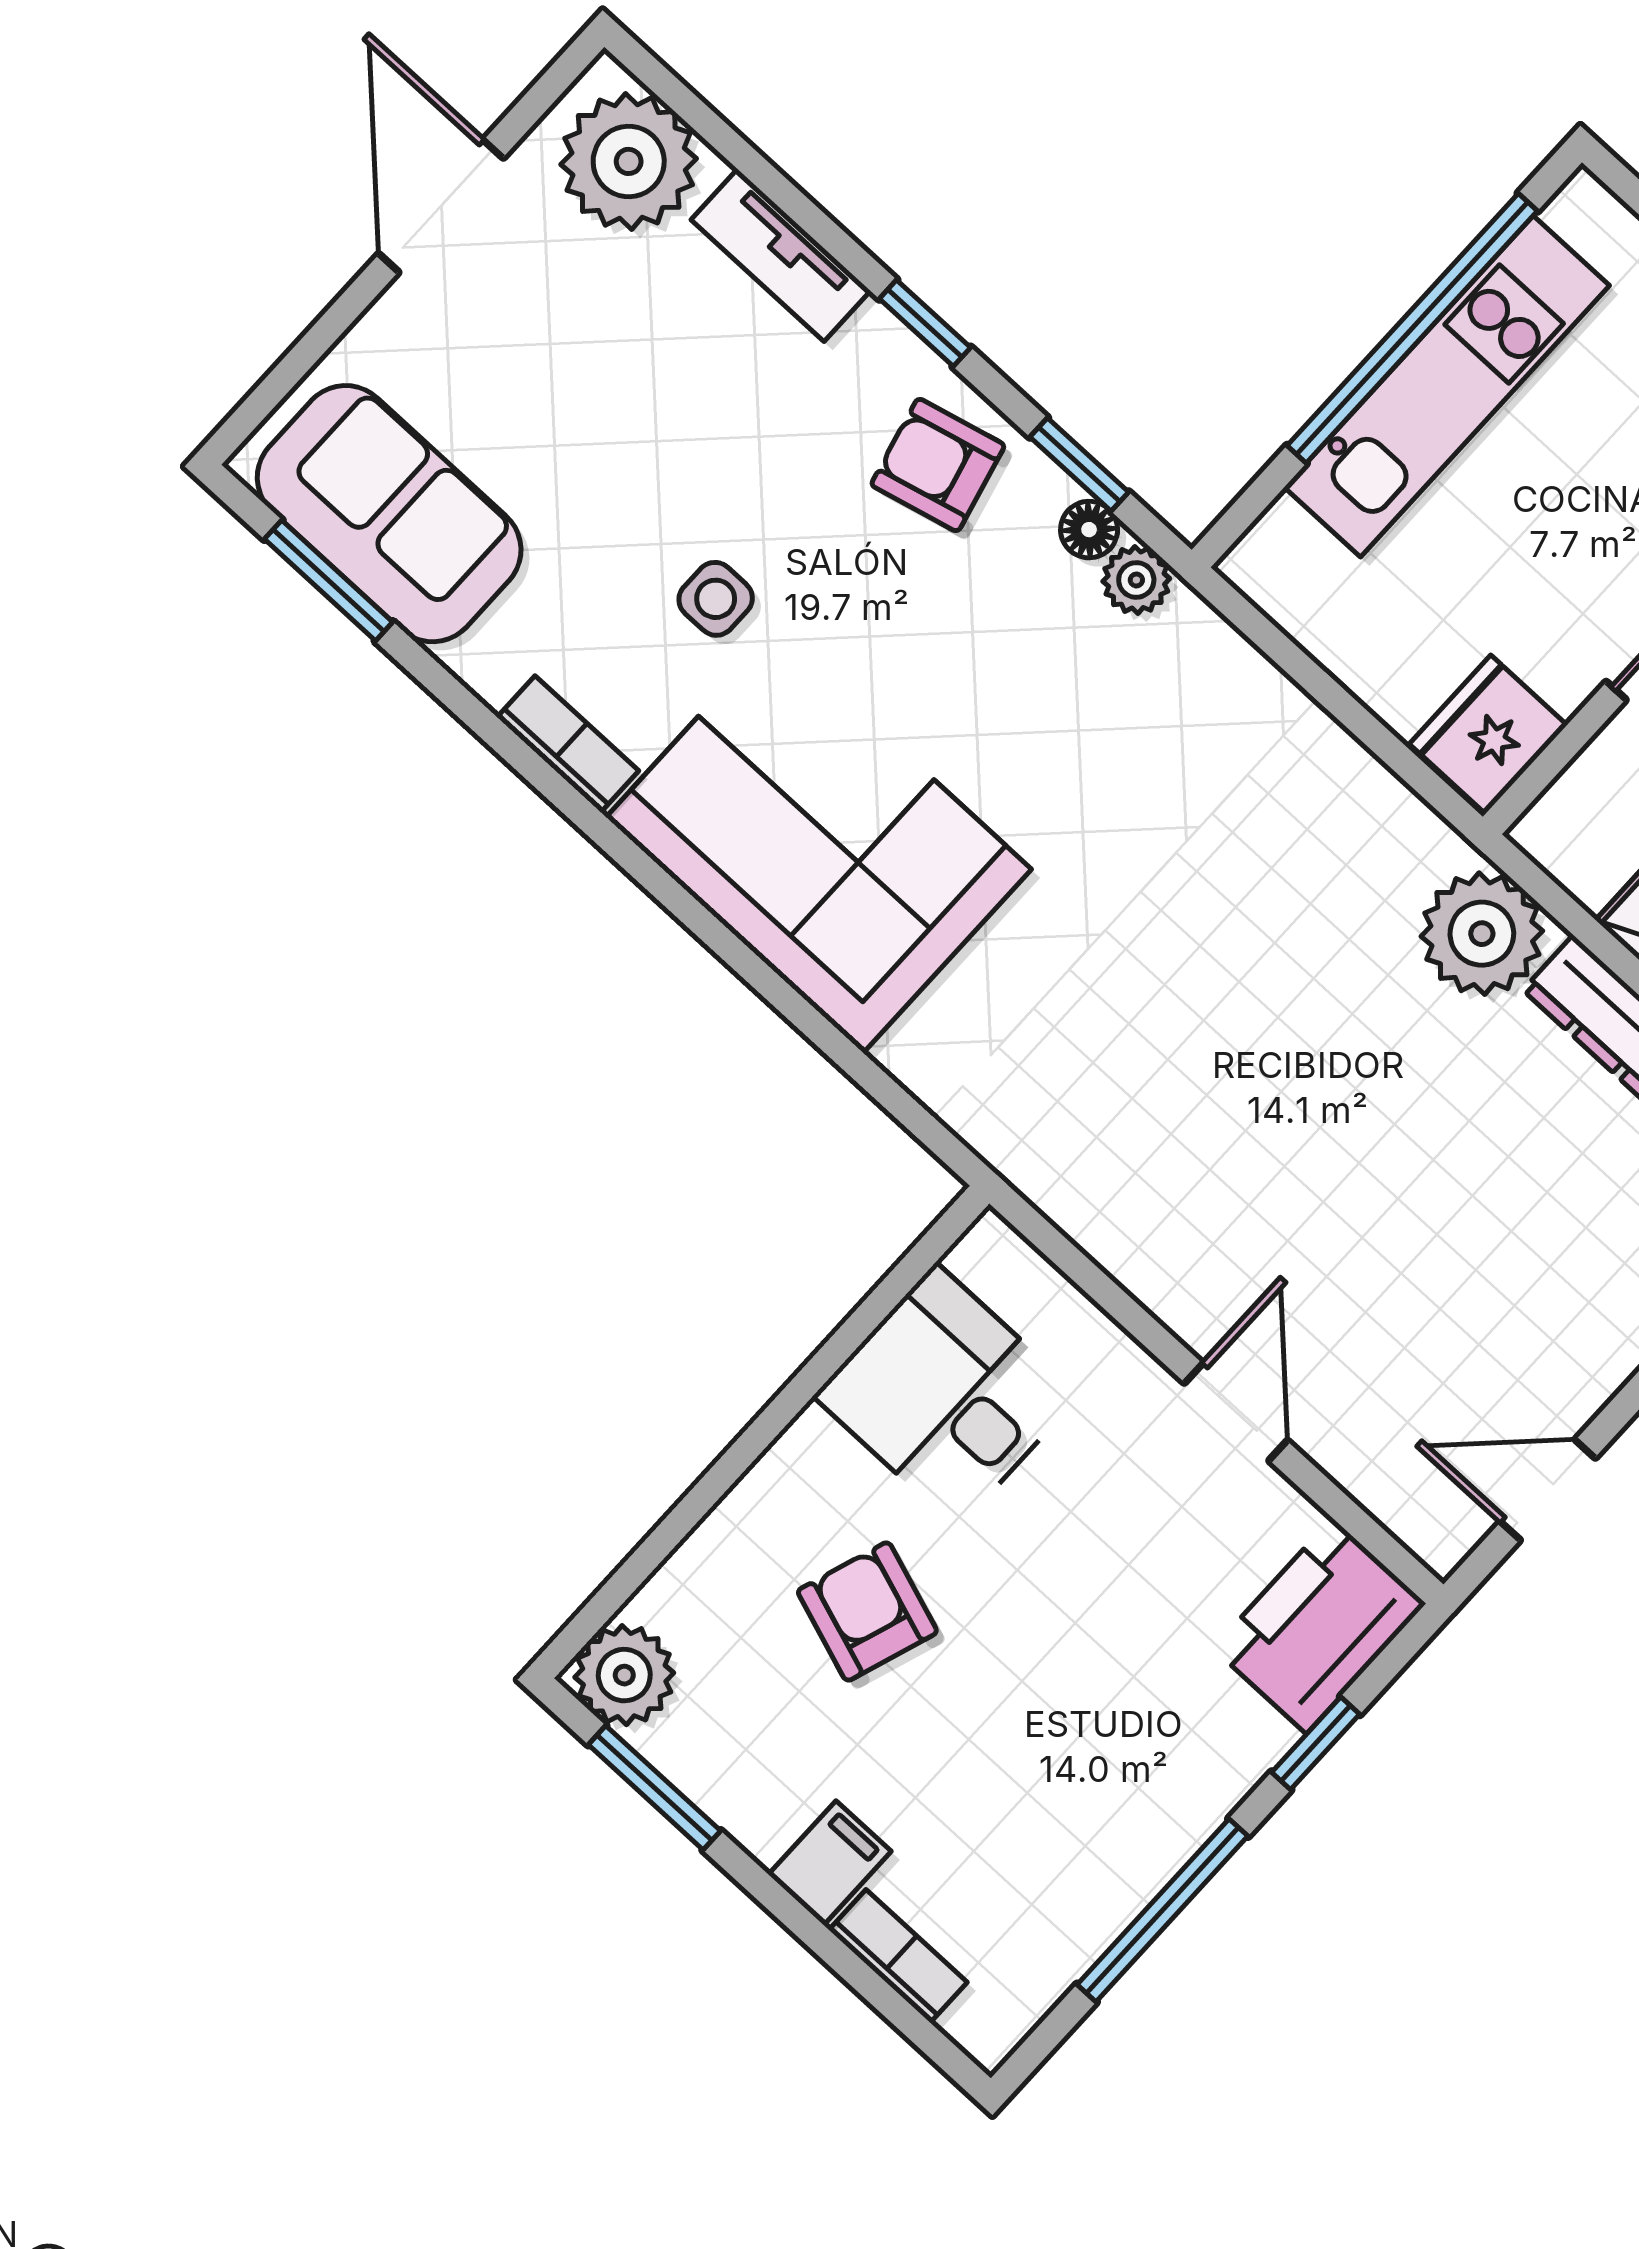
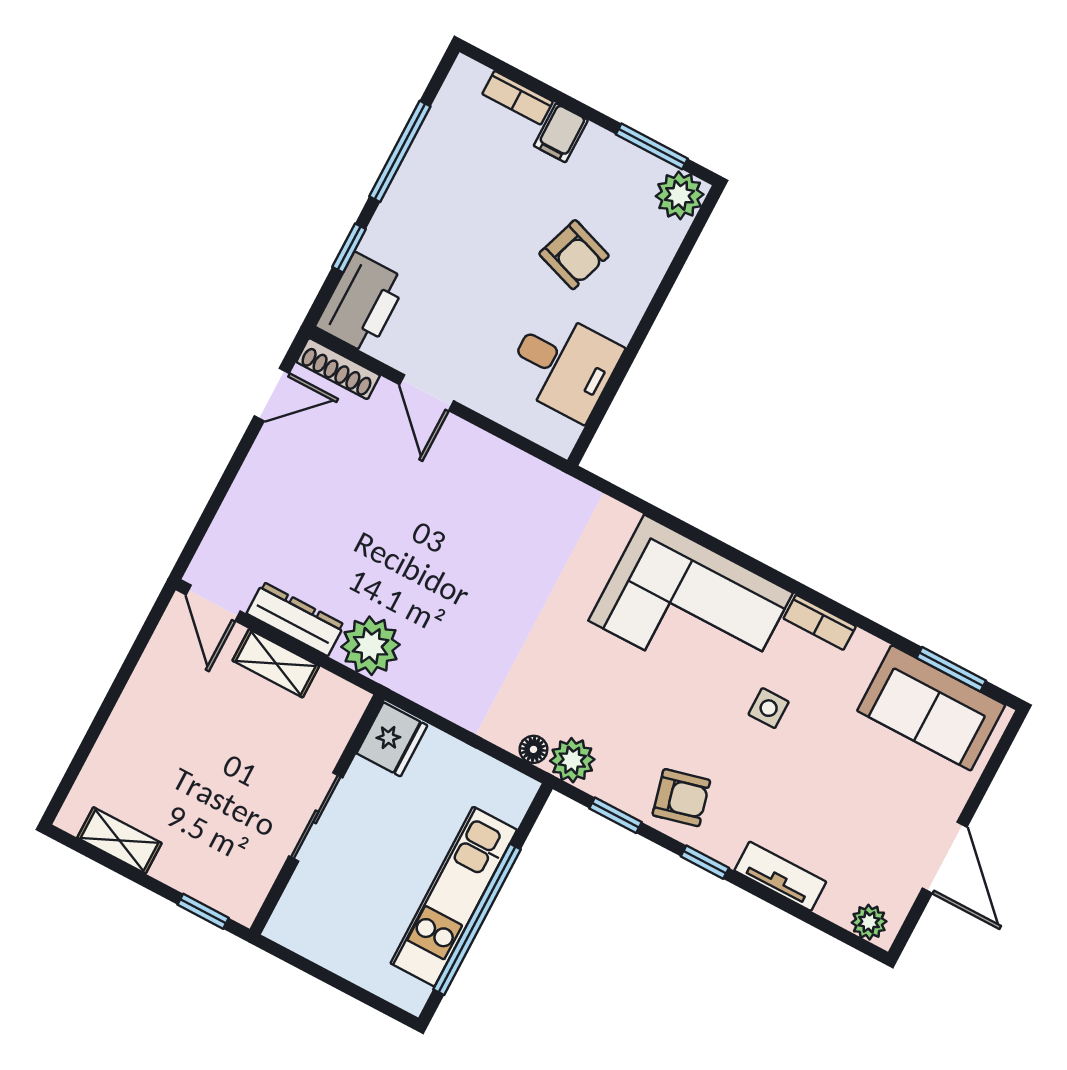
plant: (629, 161) -> (869, 922), width x0.53, depth x0.53
floor lamp: (1089, 530) -> (533, 749), moved
plant: (1136, 580) -> (572, 760), width x1.38, depth x1.38
shoe rack: (1401, 1507) -> (338, 369), added

